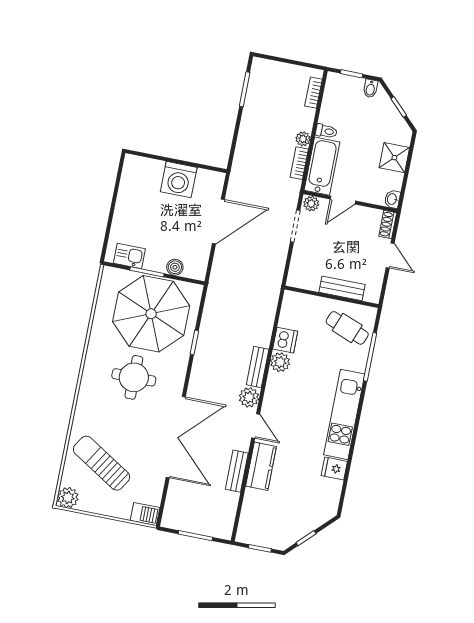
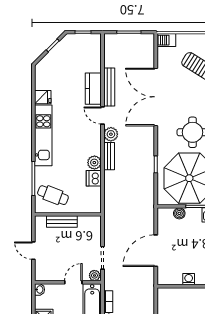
washing machine: (179, 180) -> (189, 279), width x0.53, depth x0.53
shoe rack: (388, 225) -> (39, 272), removed
bench: (237, 471) -> (109, 87), width x1.36

